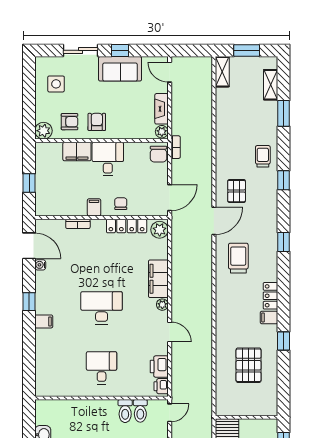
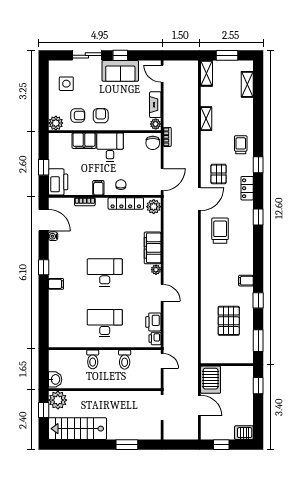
window: (283, 113) -> (258, 341), moved
shelving: (222, 125) -> (206, 119), added
printer: (46, 200) -> (58, 182), added
locker: (270, 296) -> (247, 188), moved
desk: (102, 368) -> (105, 323), width x1.37
toilet: (140, 411) -> (93, 359), moved
door: (170, 413) -> (162, 361), hinge flipped

